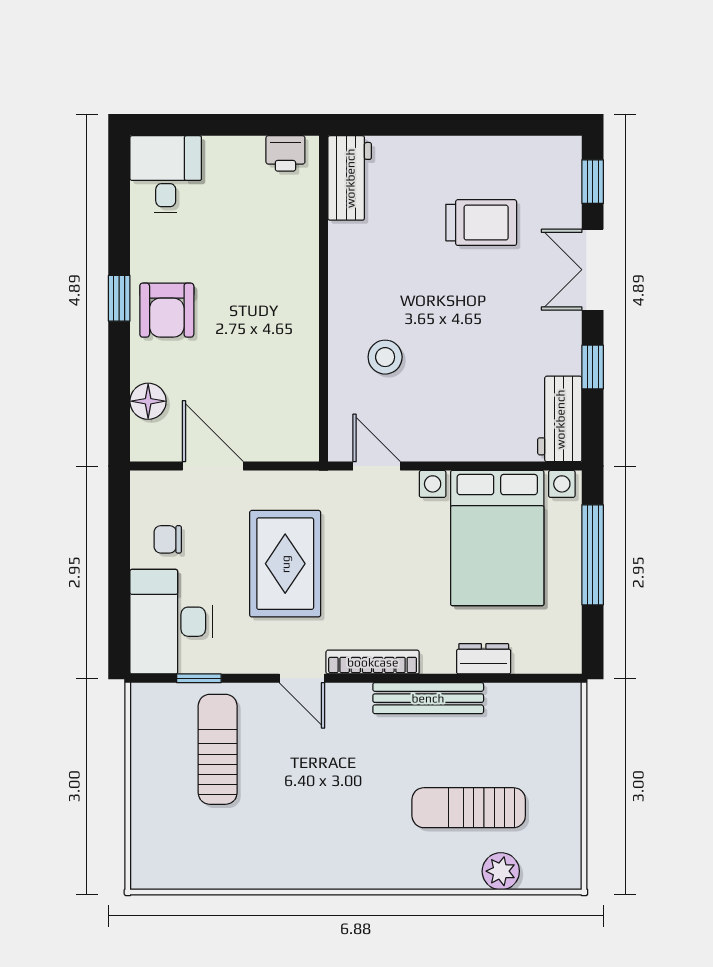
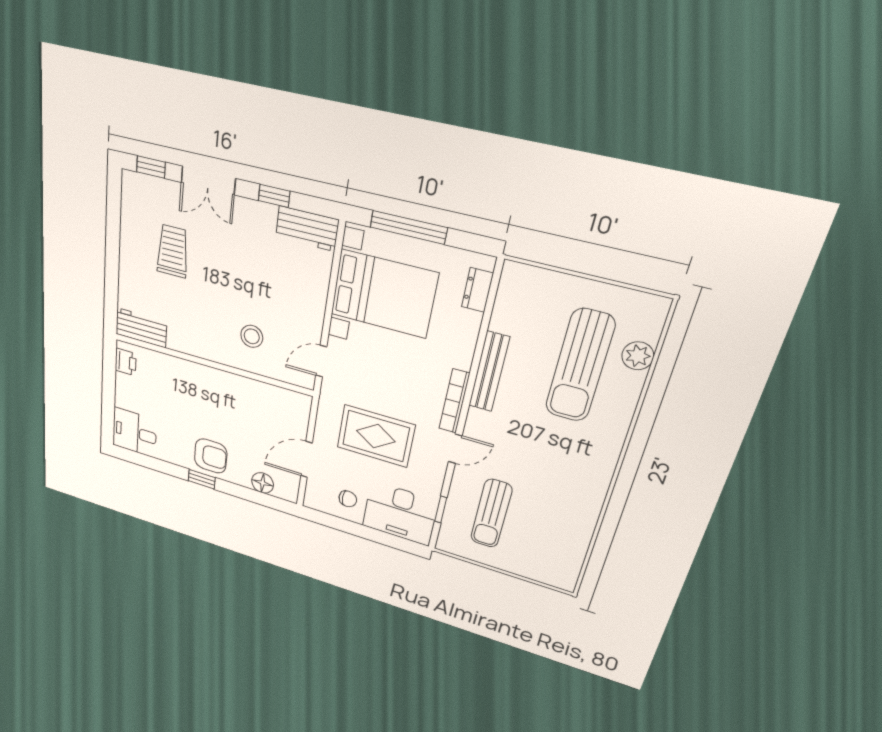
chair: (168, 539) -> (348, 499), turned -90
dresser: (484, 659) -> (477, 290), moved
sun lounger: (218, 749) -> (491, 513), turned -90
sun lounger: (469, 808) -> (580, 366), width x1.36, depth x1.34

